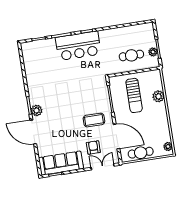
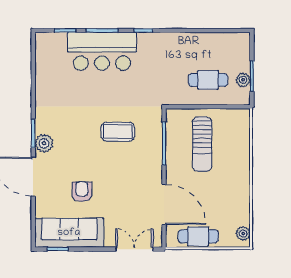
bar counter: (78, 46) -> (102, 51), moved
plant: (158, 96) -> (241, 152), removed
coffee table: (94, 120) -> (118, 132), moved
armchair: (93, 147) -> (82, 192), moved

